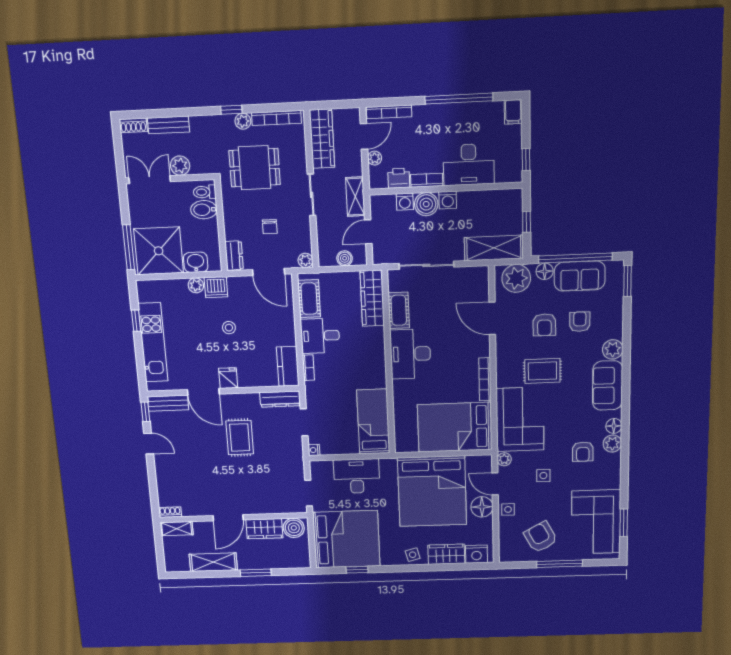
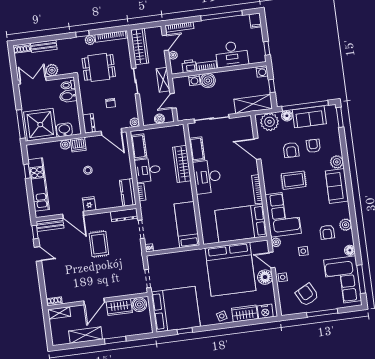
washing machine: (448, 200) -> (262, 71), moved
wardrobe: (372, 298) -> (182, 164), moved
floor lamp: (614, 426) -> (350, 250), moved
desk: (357, 476) -> (179, 263), removed
window: (624, 523) -> (361, 279), width x1.44

